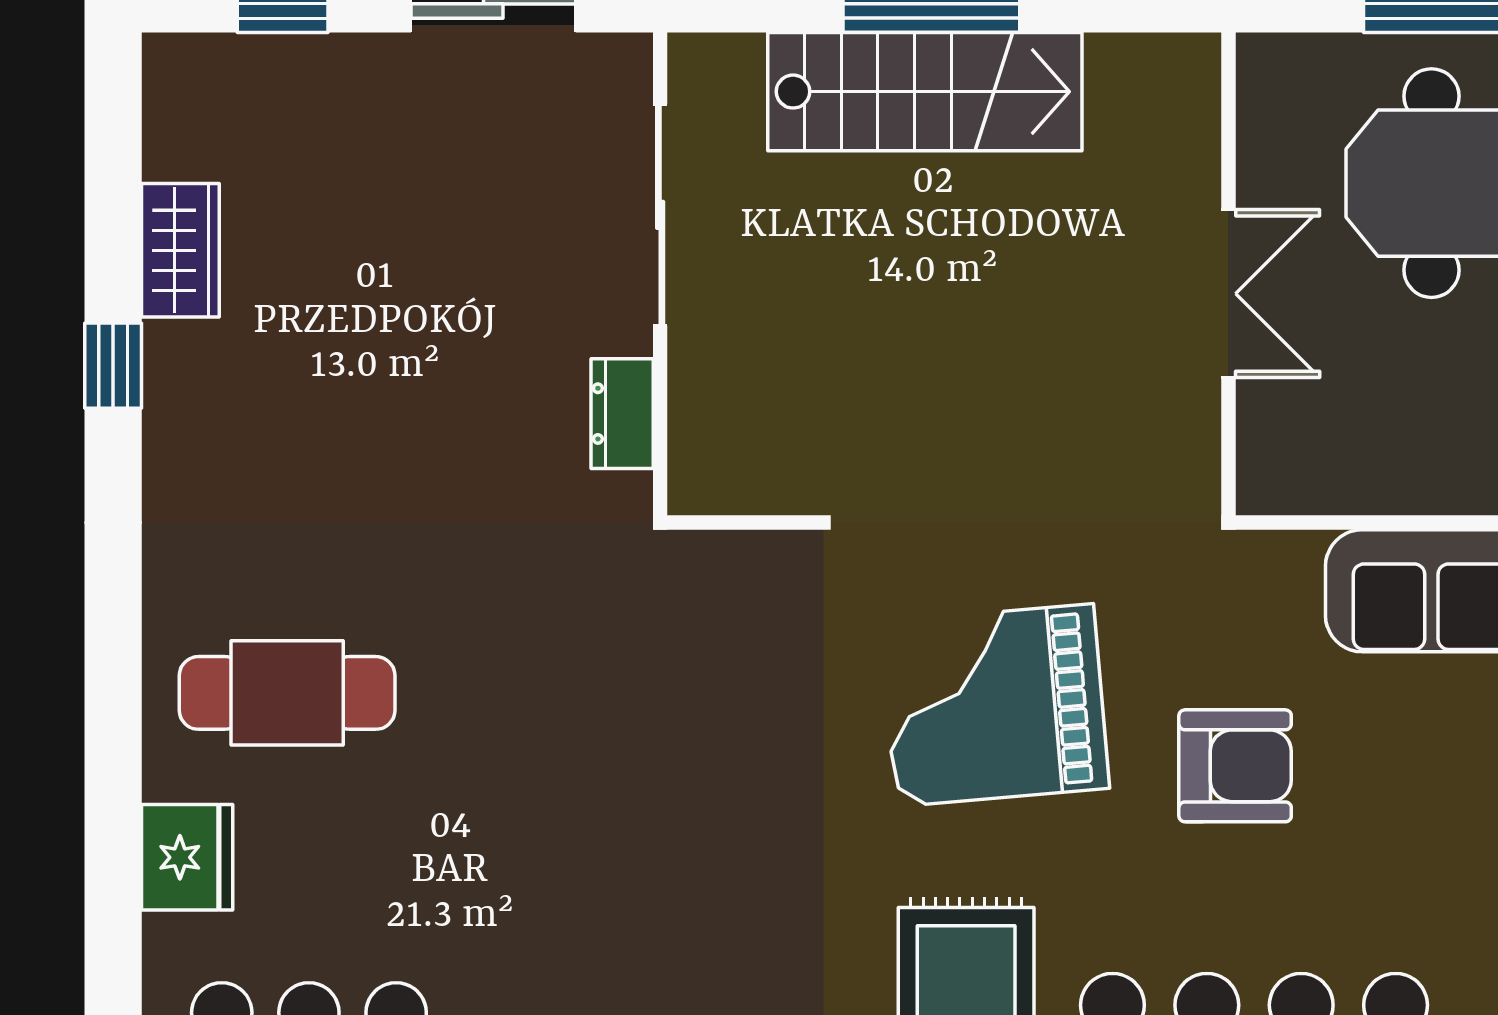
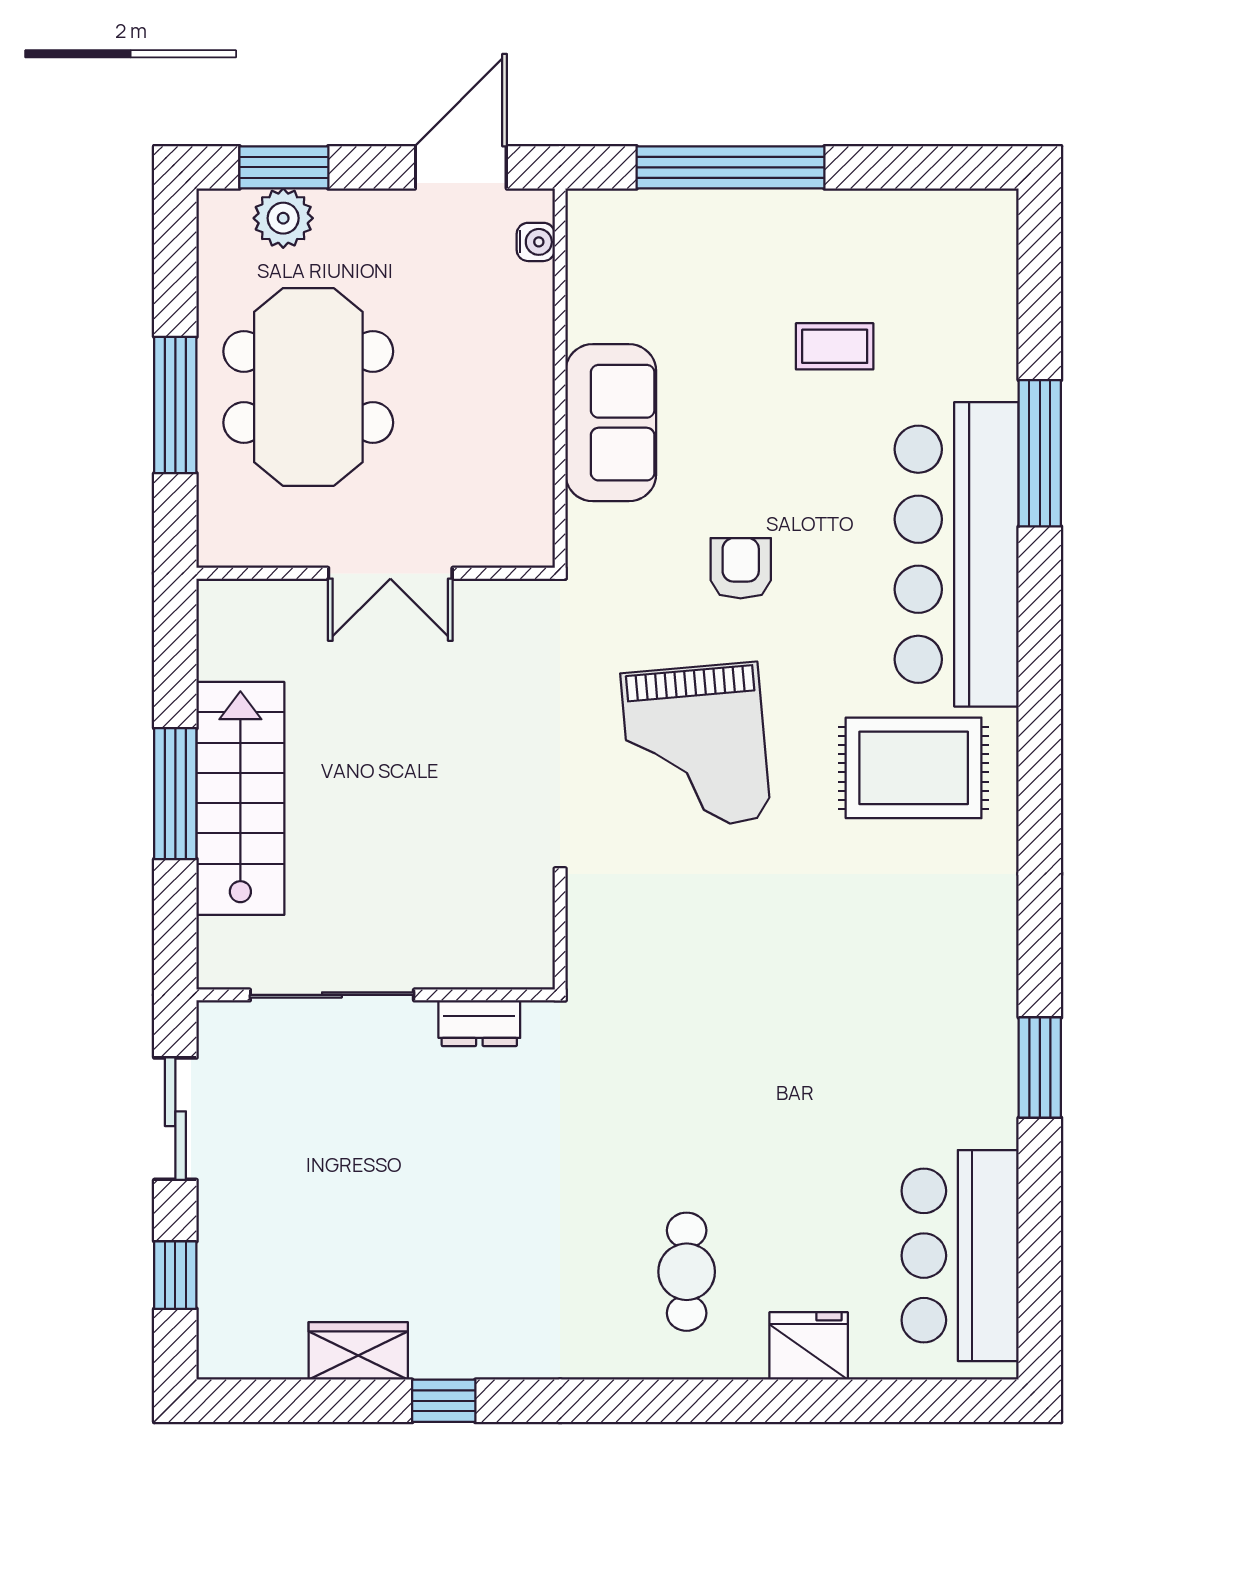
double door: (1228, 294) -> (390, 573), swing flipped
cafe table: (287, 693) -> (687, 1272), width x0.73, depth x0.74
armchair: (1235, 766) -> (741, 568), width x0.72, depth x0.72

